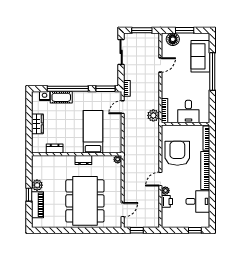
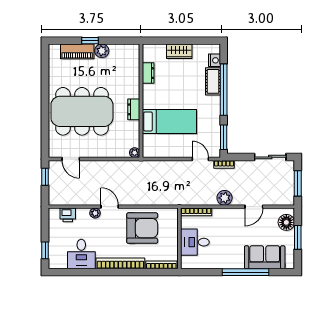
door: (160, 65) -> (254, 207), hinge flipped
plant: (153, 115) -> (225, 198), moved
printer: (167, 201) -> (68, 215), moved

